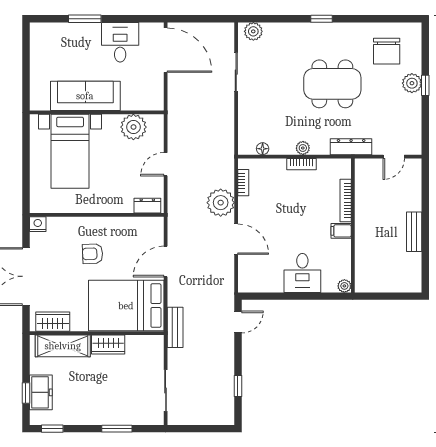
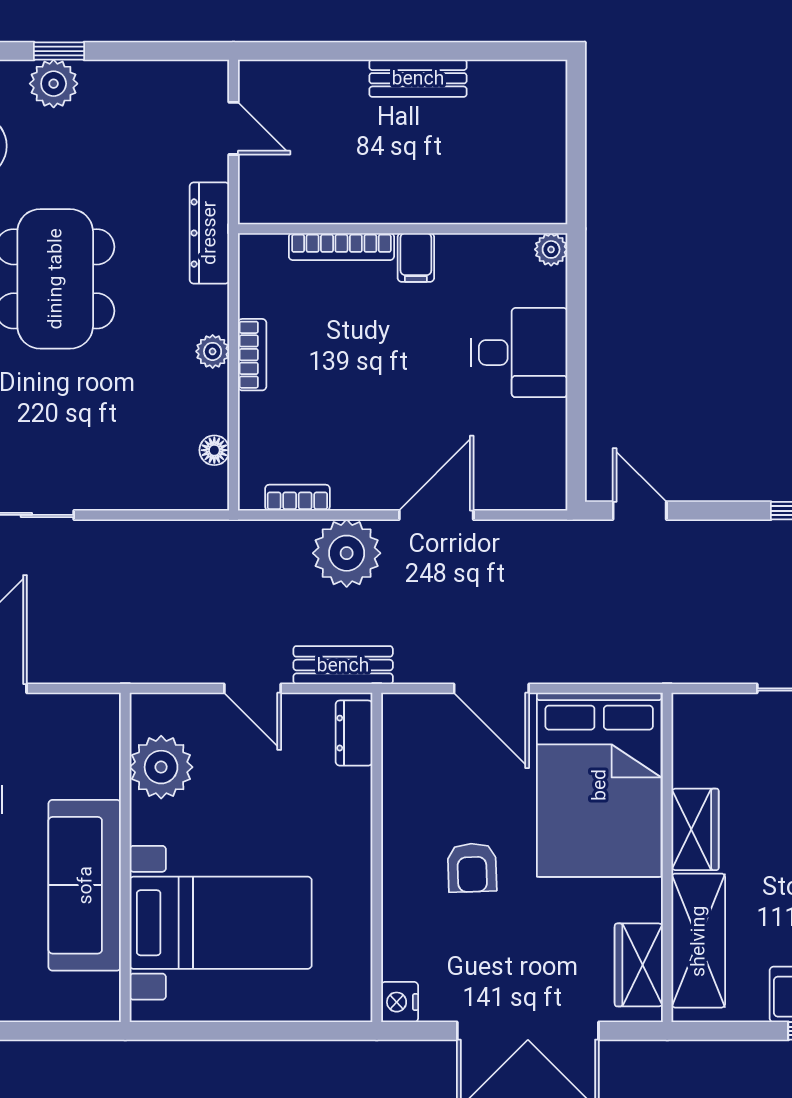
bench: (175, 327) -> (343, 665), moved

